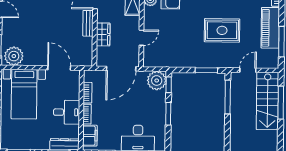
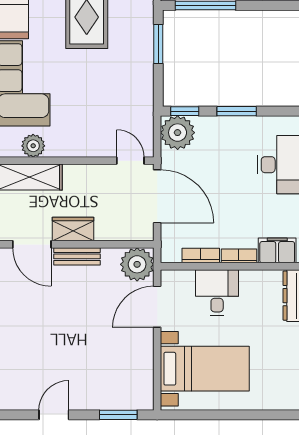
wardrobe: (103, 34) -> (73, 229), moved
door: (141, 38) -> (130, 161), moved
plant: (14, 56) -> (137, 264), moved
desk: (67, 112) -> (217, 293), moved

